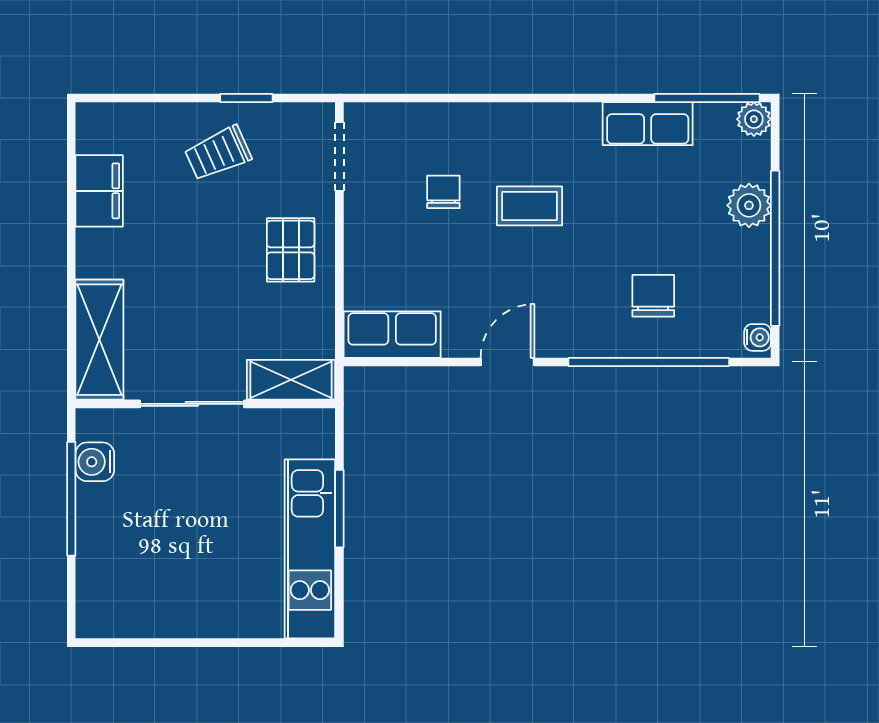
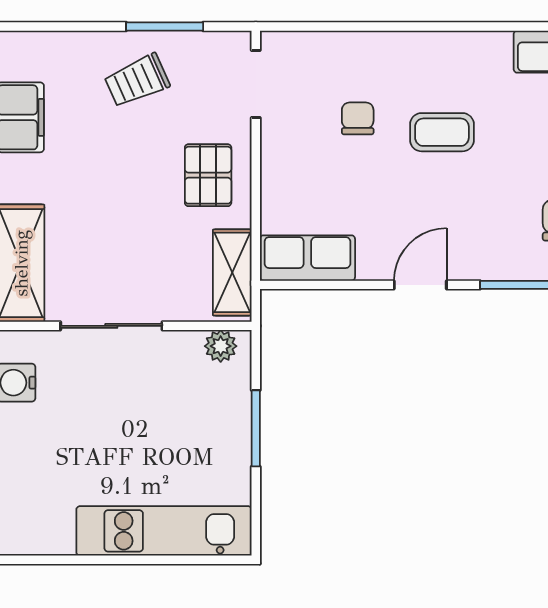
window: (246, 98) -> (165, 26), width x1.50
shelving: (291, 380) -> (232, 272), moved, turned 90
plant: (303, 424) -> (221, 346), added
kitchen unit: (310, 549) -> (164, 531), moved, turned 90

